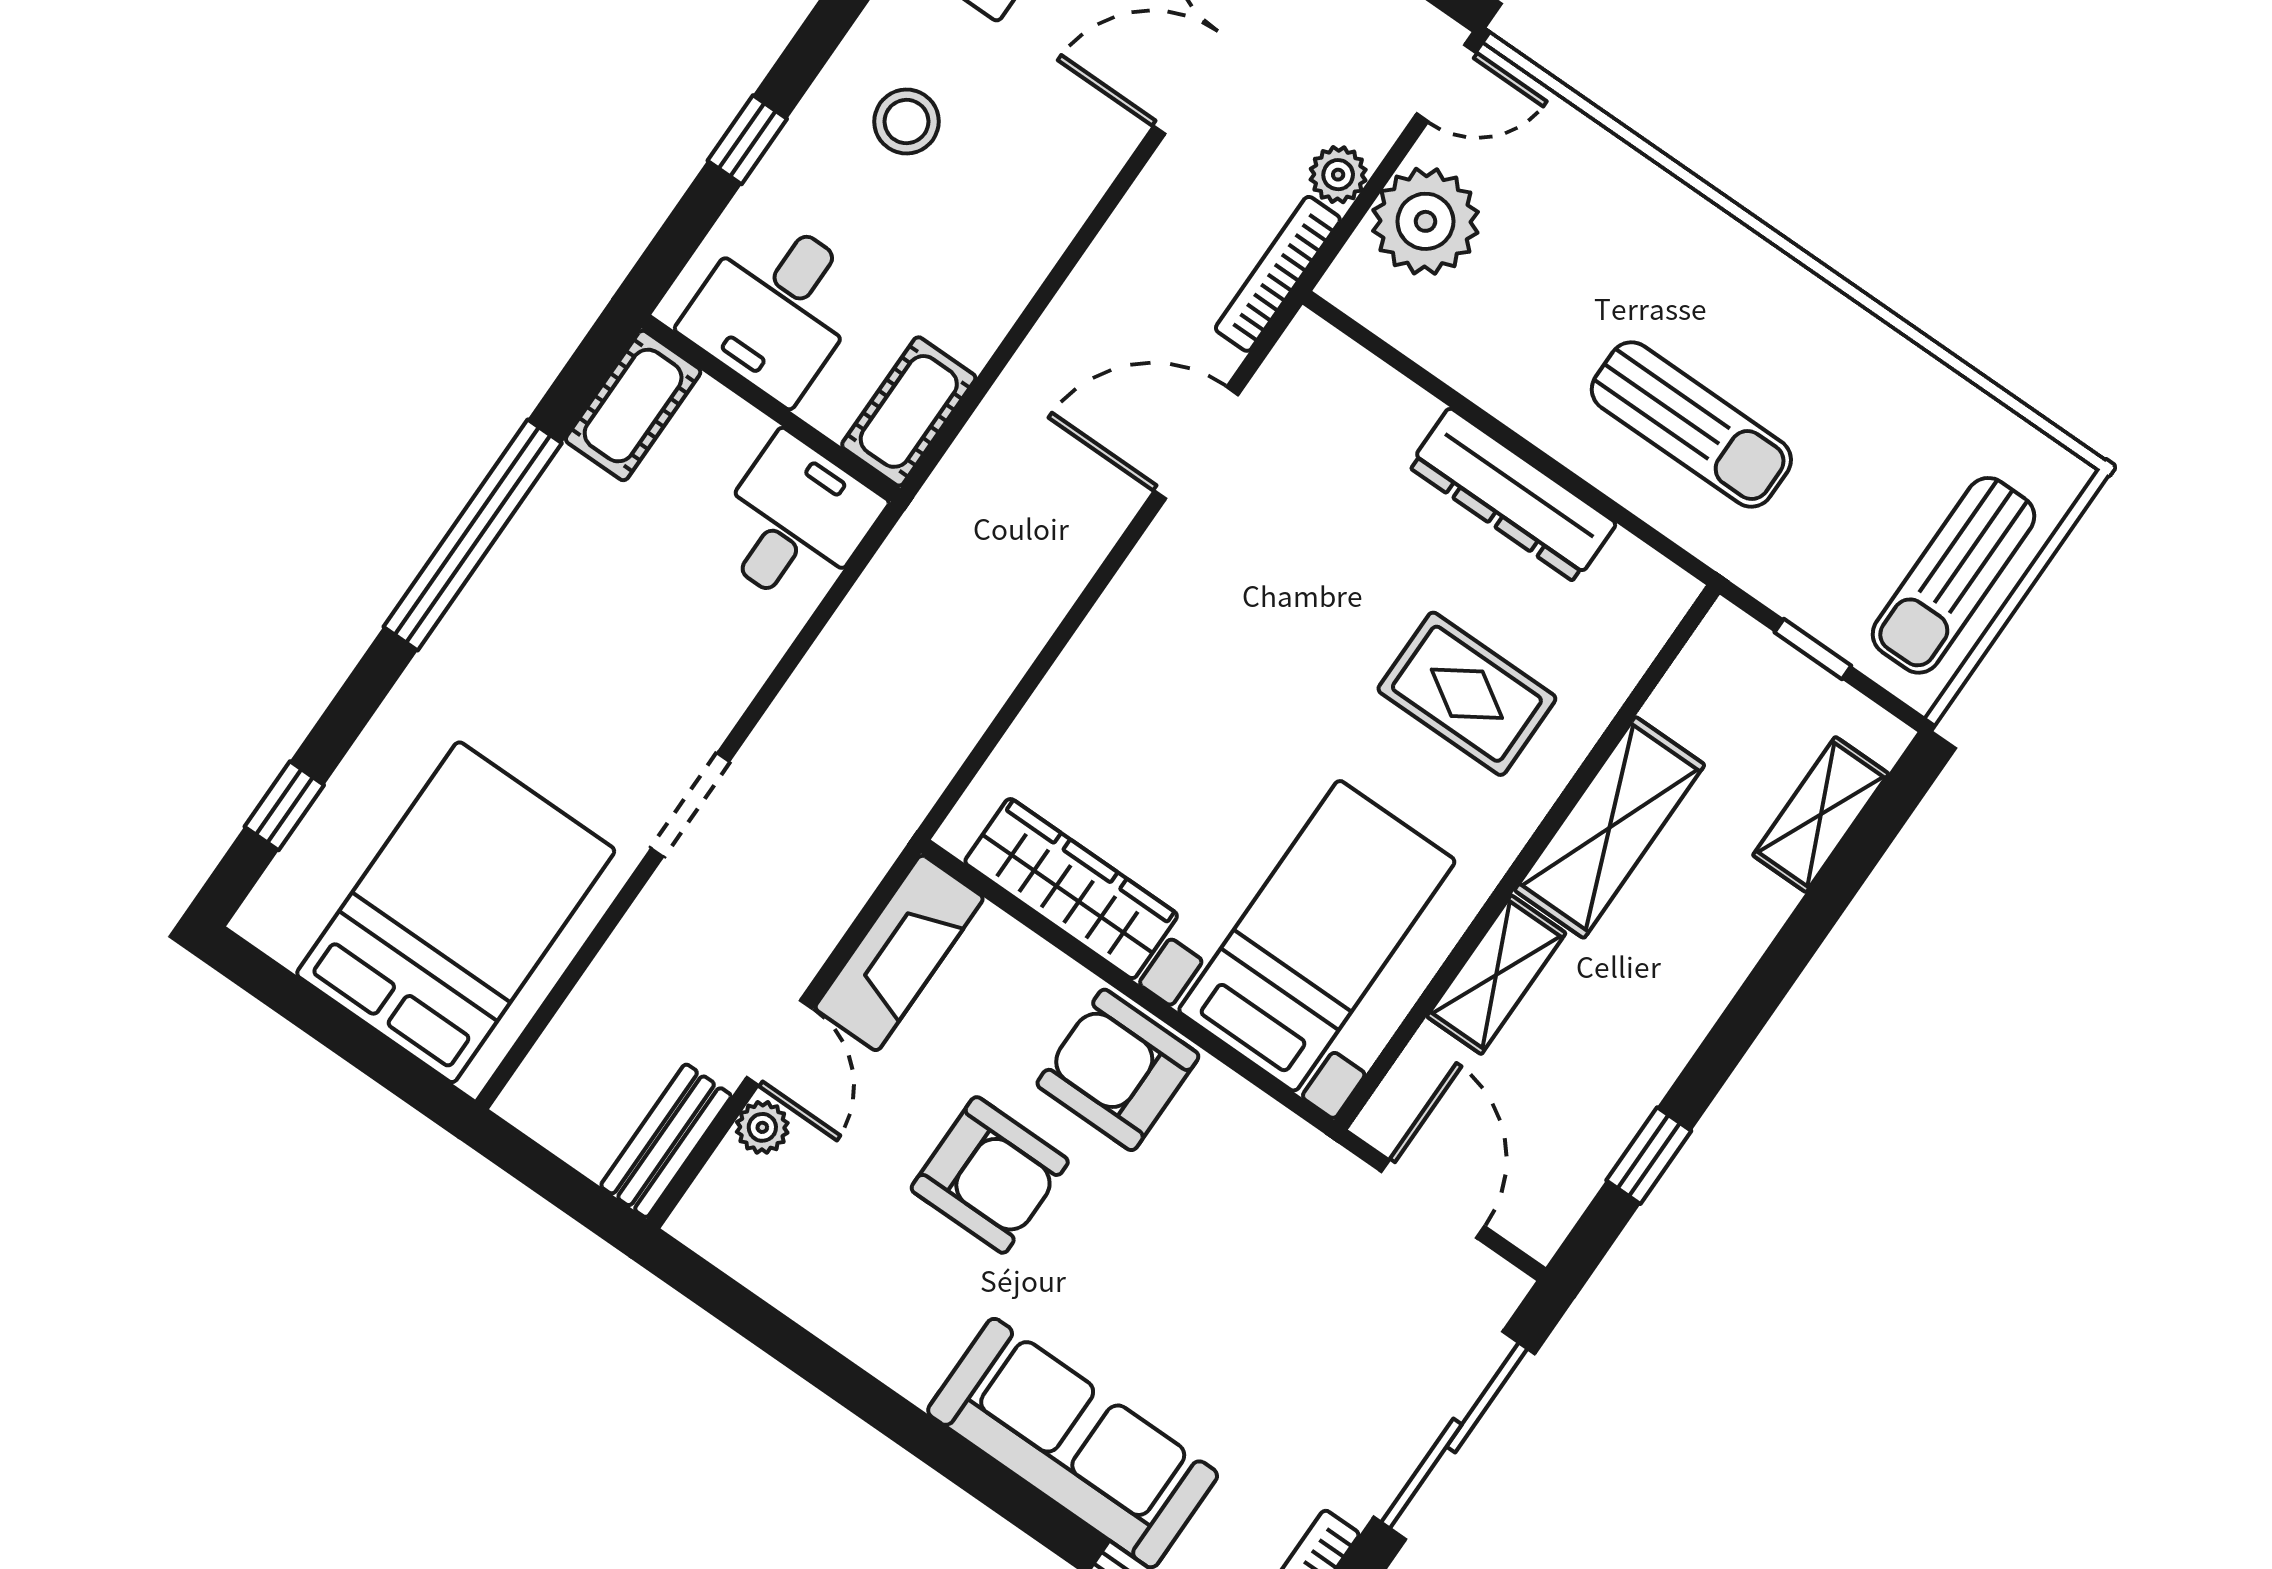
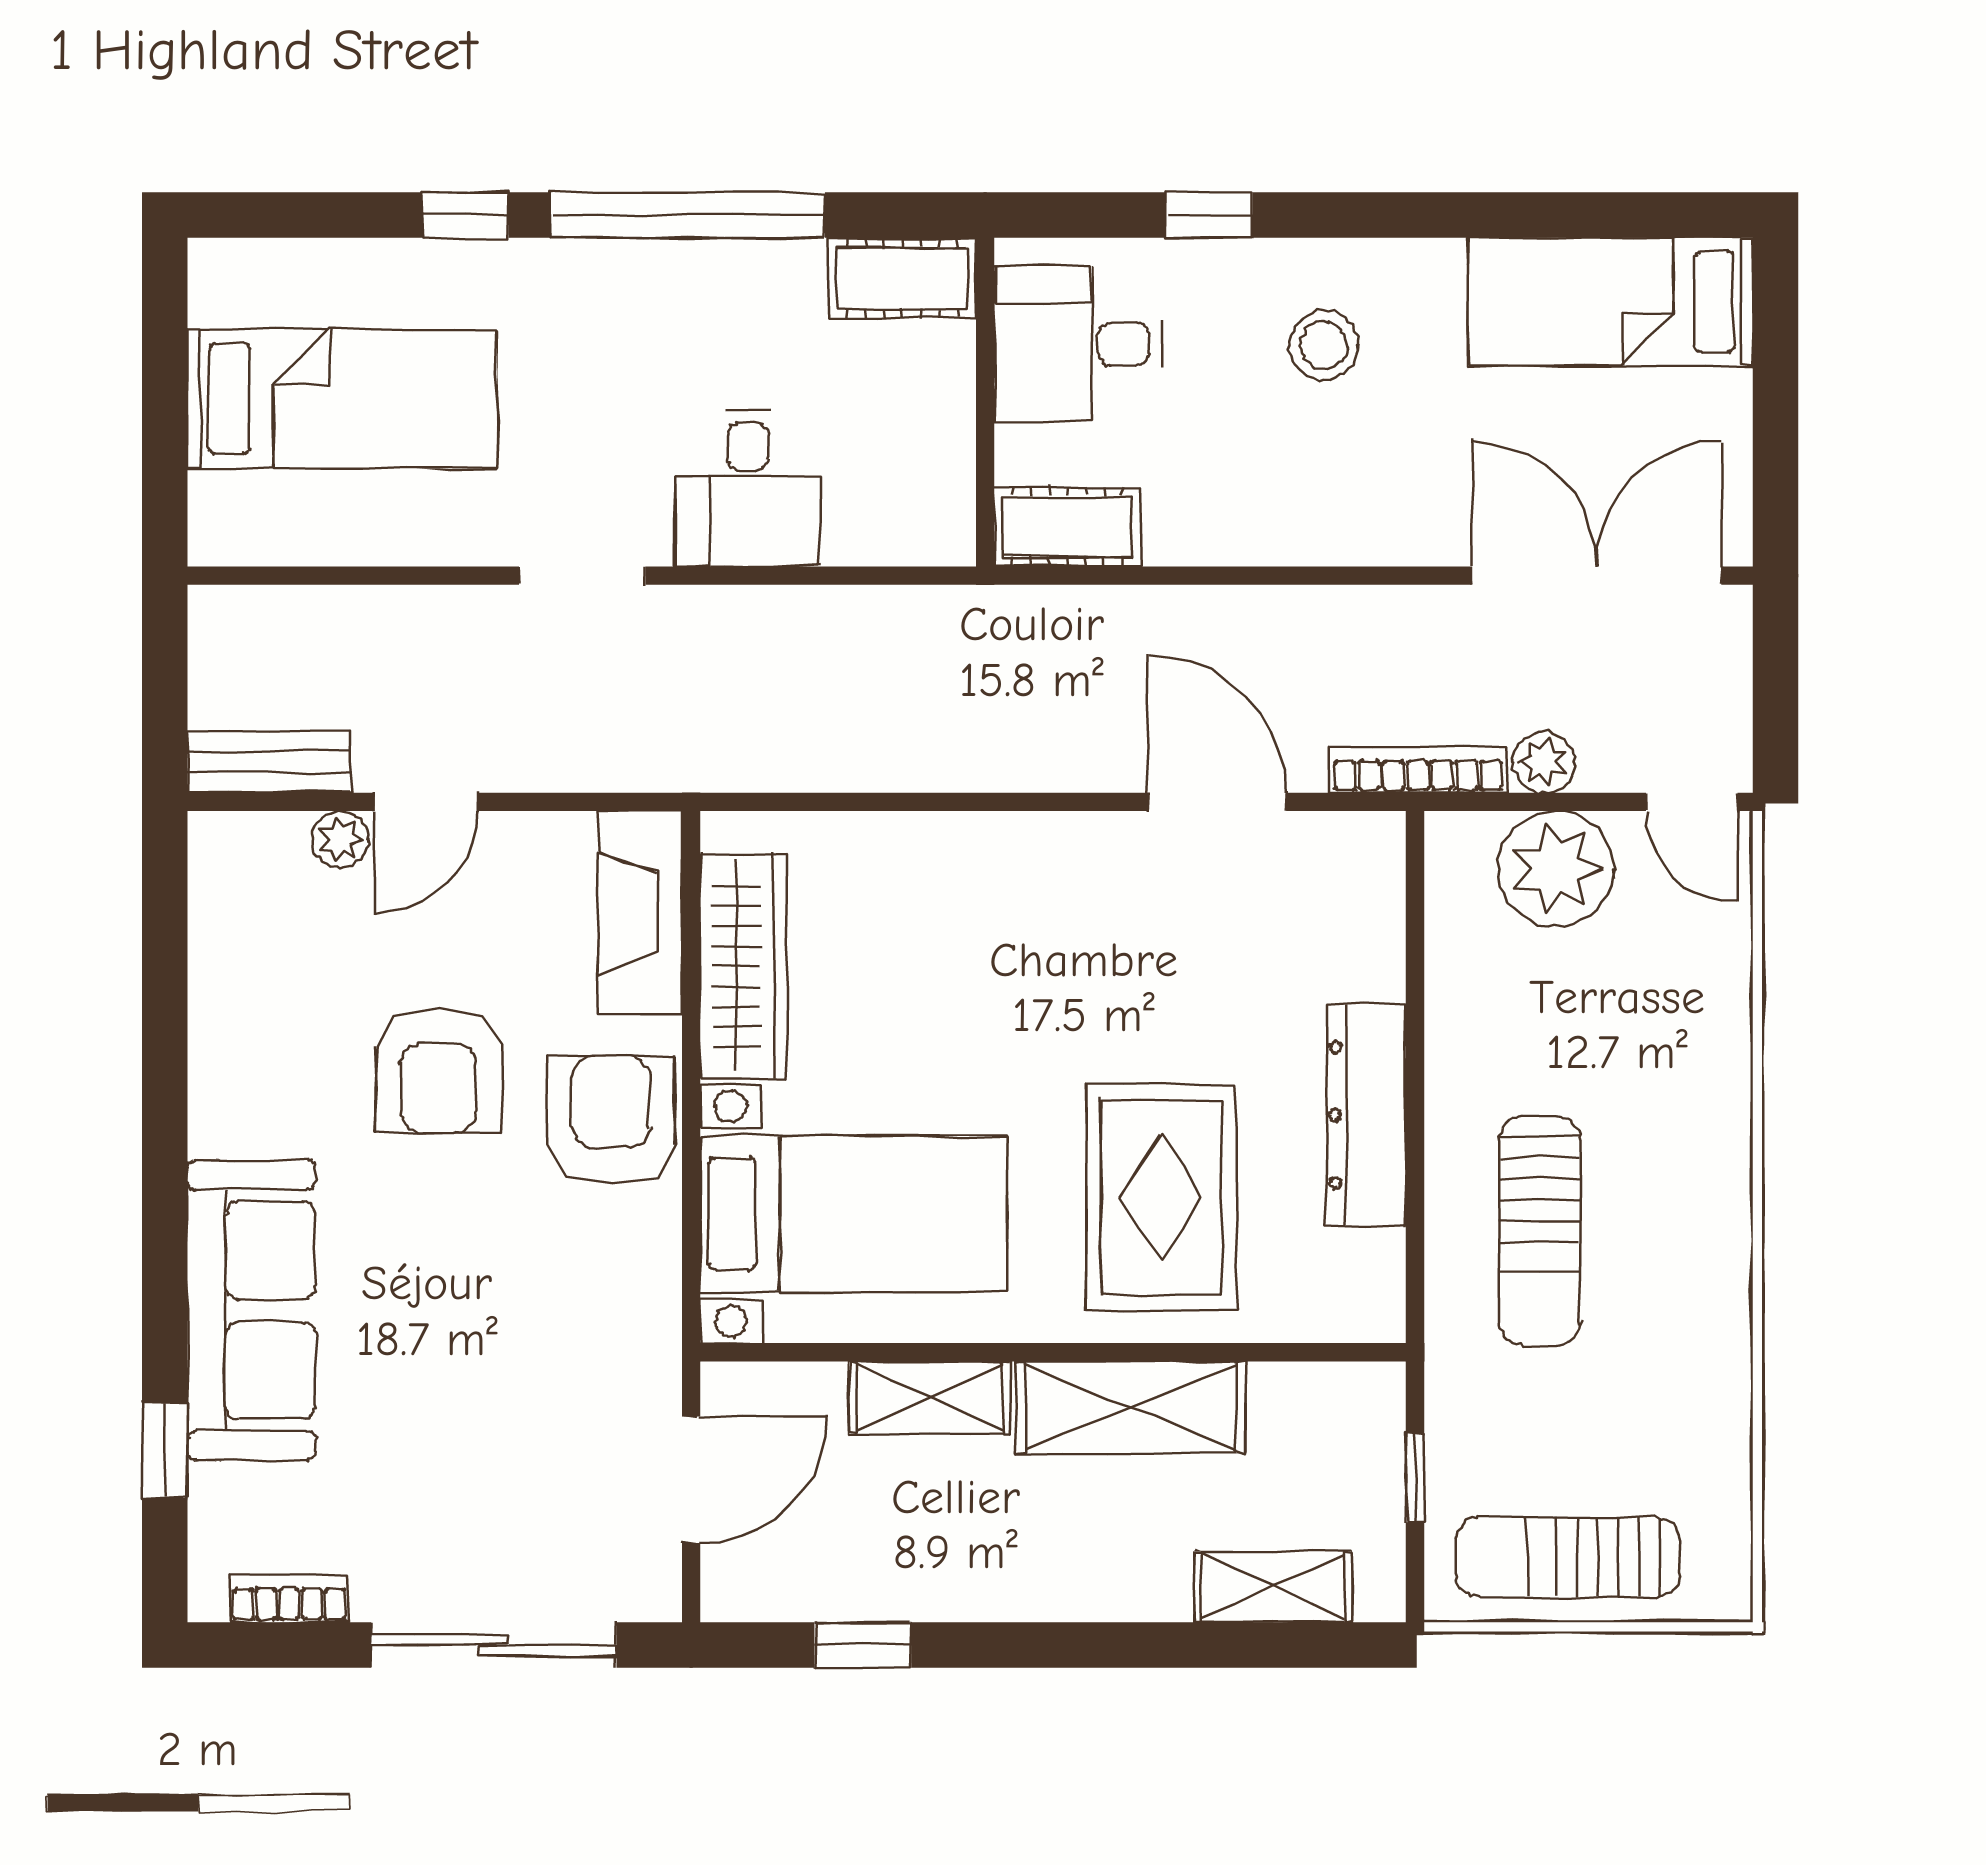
desk: (795, 523) -> (748, 489), moved, turned 90
rug: (1467, 694) -> (1161, 1198), width x1.36, depth x1.43
window: (284, 806) -> (465, 215), moved
bed: (456, 912) -> (342, 399), width x0.67
fireplace: (899, 953) -> (640, 913), moved, turned 90

